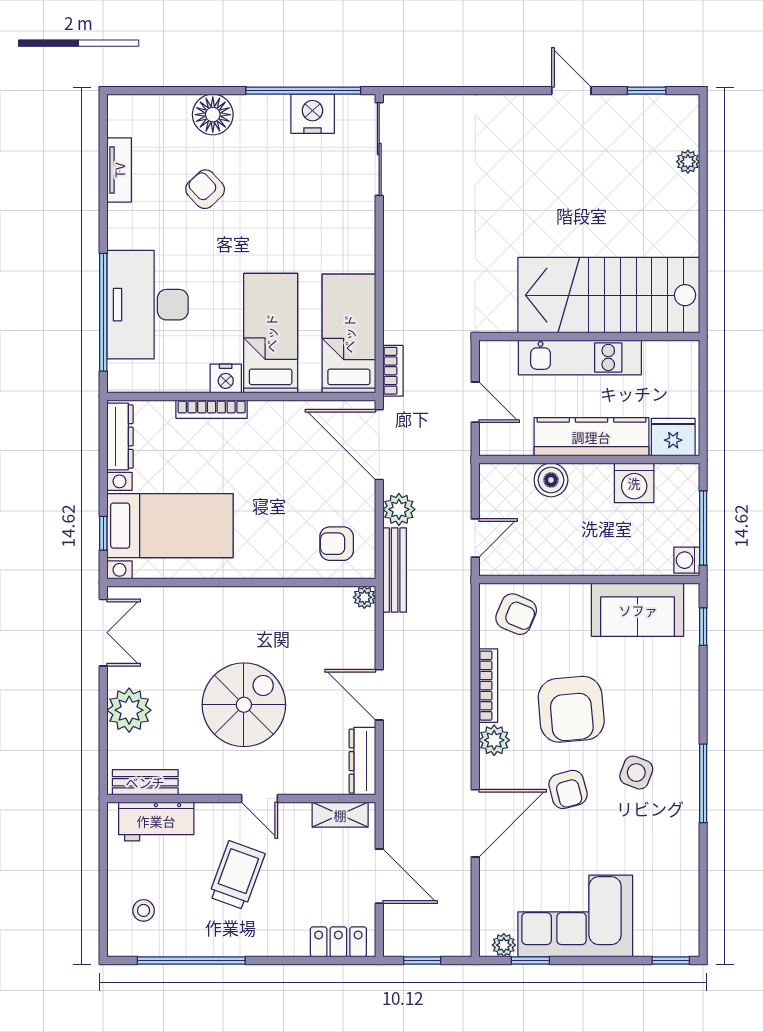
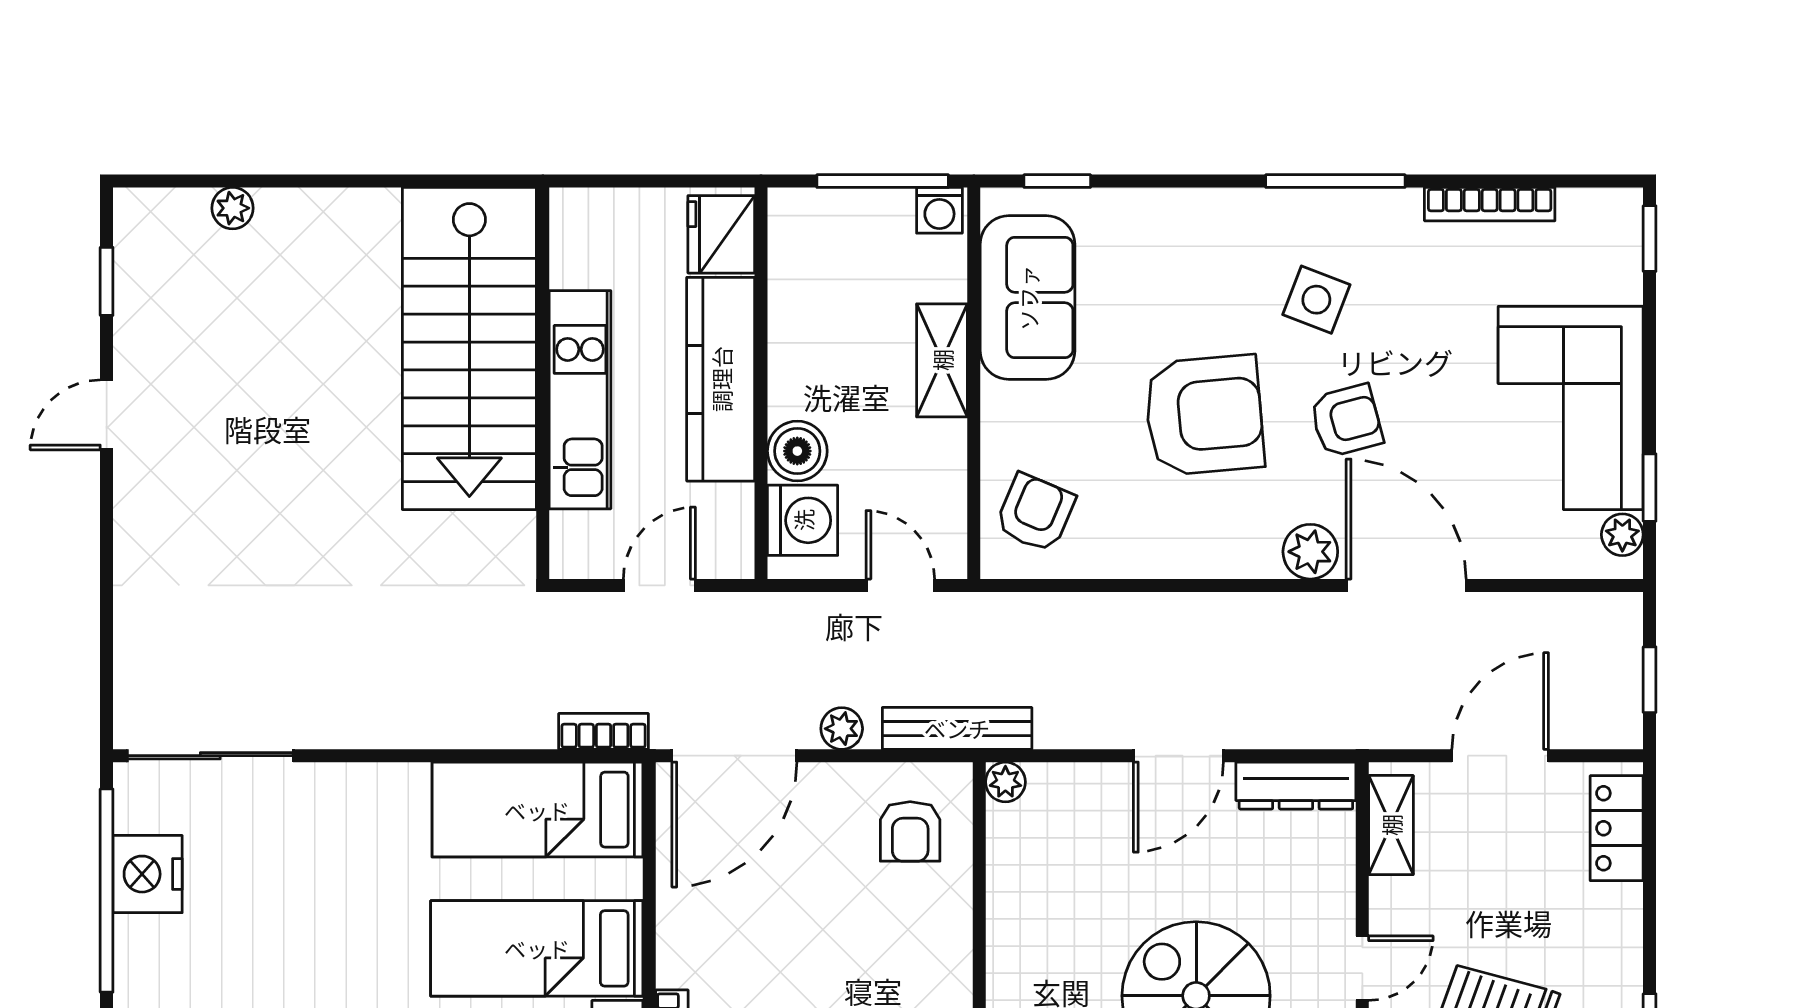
washing machine: (634, 483) -> (803, 520), moved
plant: (399, 509) -> (842, 729), width x0.73, depth x0.73
shelving: (602, 562) -> (942, 360), added
bookcase: (488, 686) -> (1490, 204), moved, turned 180
plant: (494, 740) -> (1310, 552), moved

